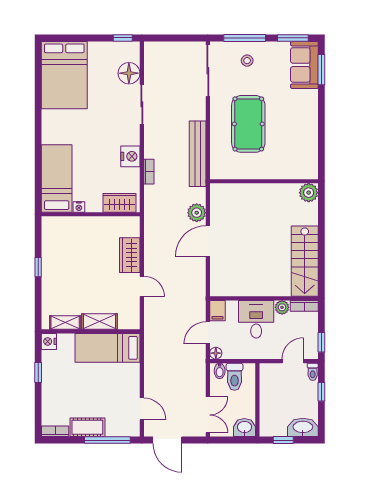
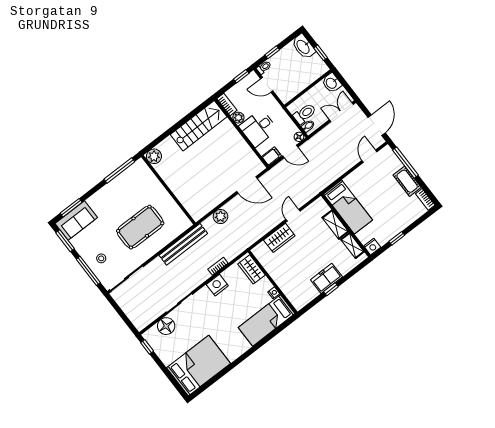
window: (321, 147) -> (119, 170), added
door: (208, 241) -> (247, 185), moved
freezer: (53, 271) -> (326, 278), added

